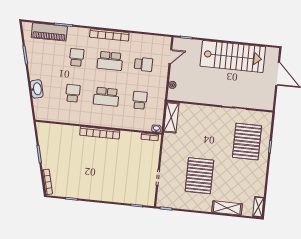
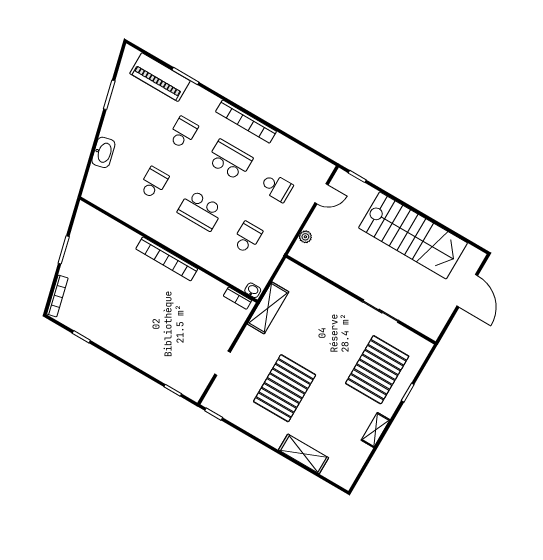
school desk: (110, 61) -> (230, 160), turned 180
shelving: (171, 117) -> (268, 308), moved
shelving: (258, 207) -> (376, 430), moved

